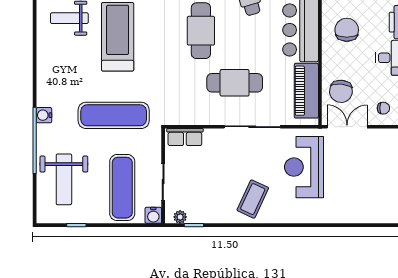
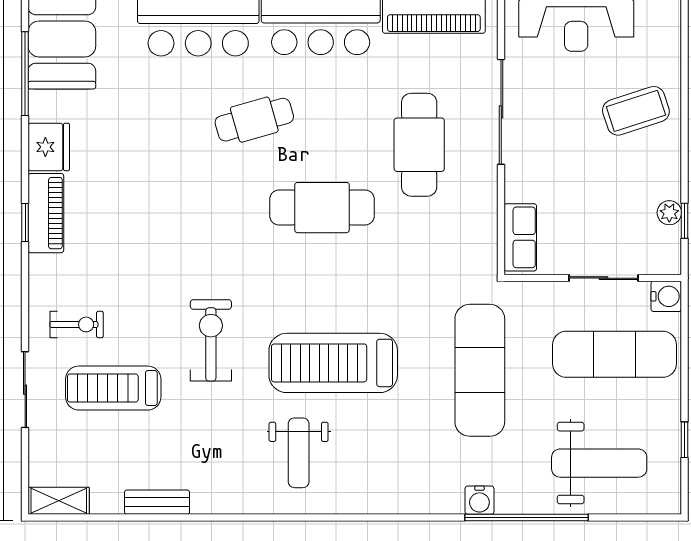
coffee table: (253, 199) -> (636, 111), turned -43
plant: (180, 217) -> (669, 213), moved

